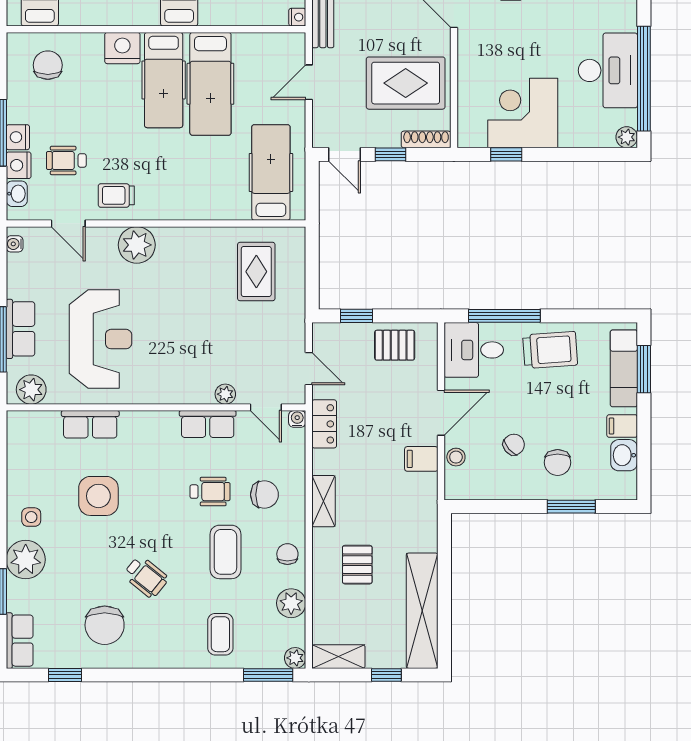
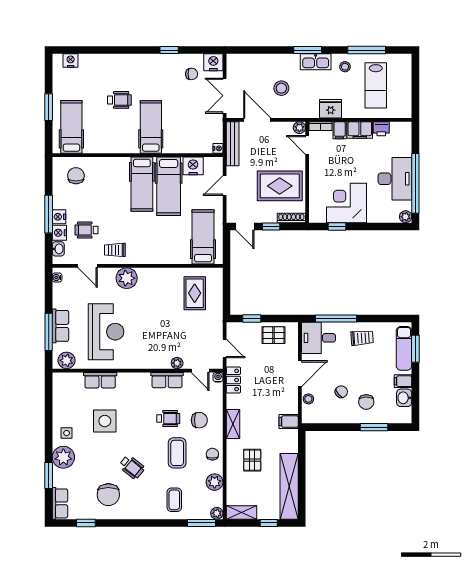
nightstand: (122, 48) -> (193, 166), moved
trolley: (550, 350) -> (362, 338), width x0.73, depth x0.72
filing cabinet: (421, 459) -> (289, 422), moved

